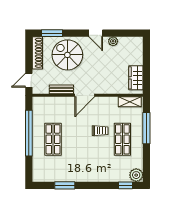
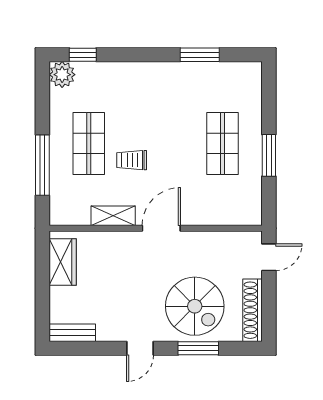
window: (52, 33) -> (198, 348), moved
door: (96, 33) -> (140, 348), swing flipped
plant: (113, 41) -> (107, 332), removed
bench: (61, 89) -> (72, 333), moved
shelving: (130, 102) -> (113, 216), moved
window: (29, 133) -> (269, 155), width x0.47

